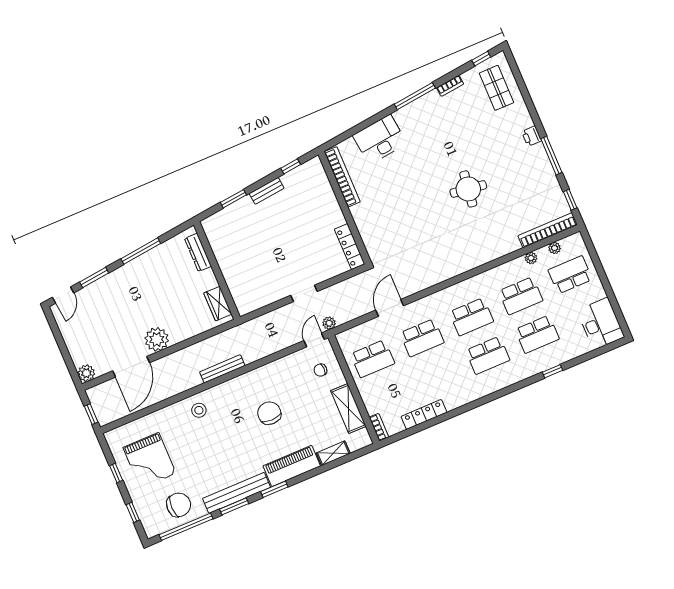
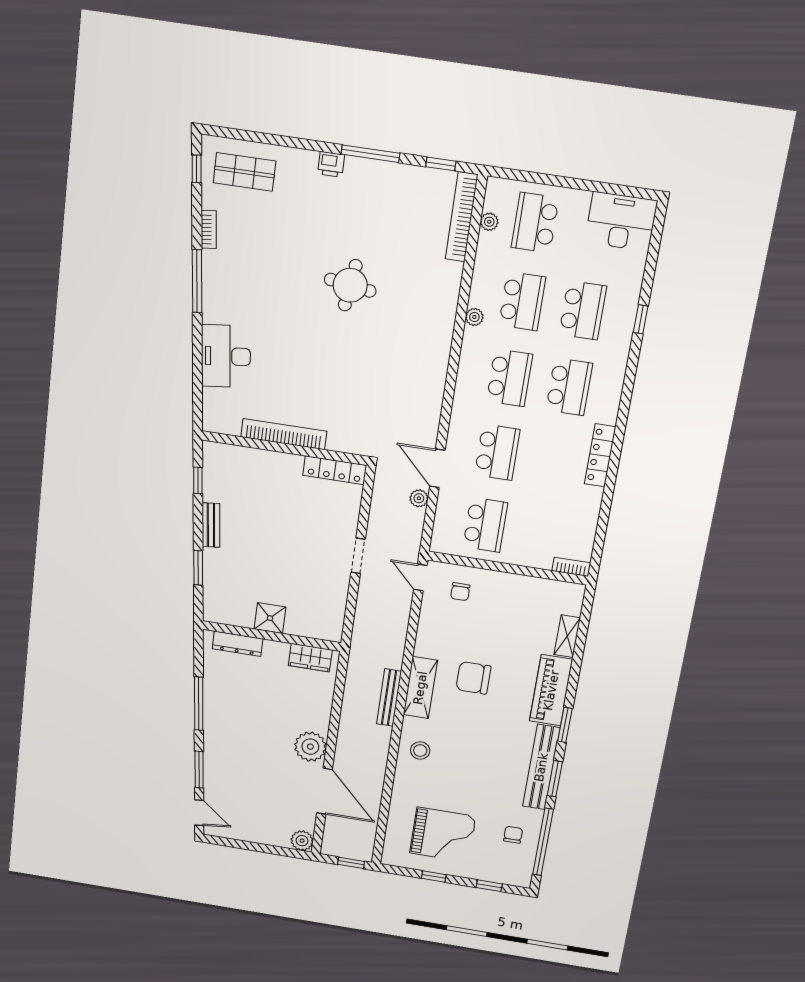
bookcase: (342, 177) -> (284, 434), moved
plant: (531, 258) -> (474, 317), moved
shower: (228, 263) -> (270, 618), added
plant: (329, 323) -> (419, 498), moved
shelving: (348, 408) -> (420, 688), moved, turned 90
locker: (424, 414) -> (600, 455), moved
chair: (179, 505) -> (513, 835), width x0.54, depth x0.54

